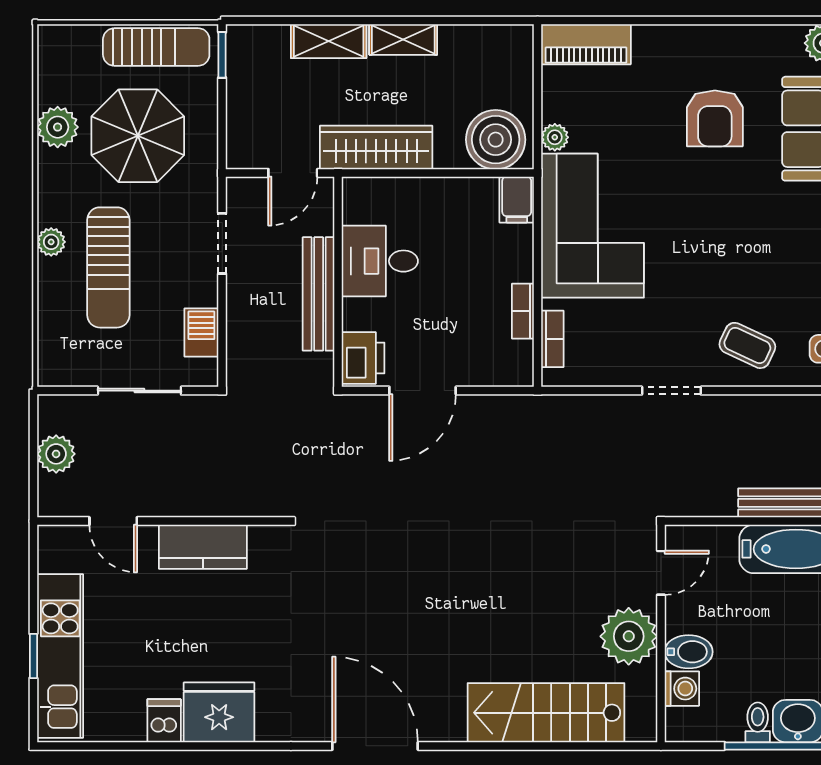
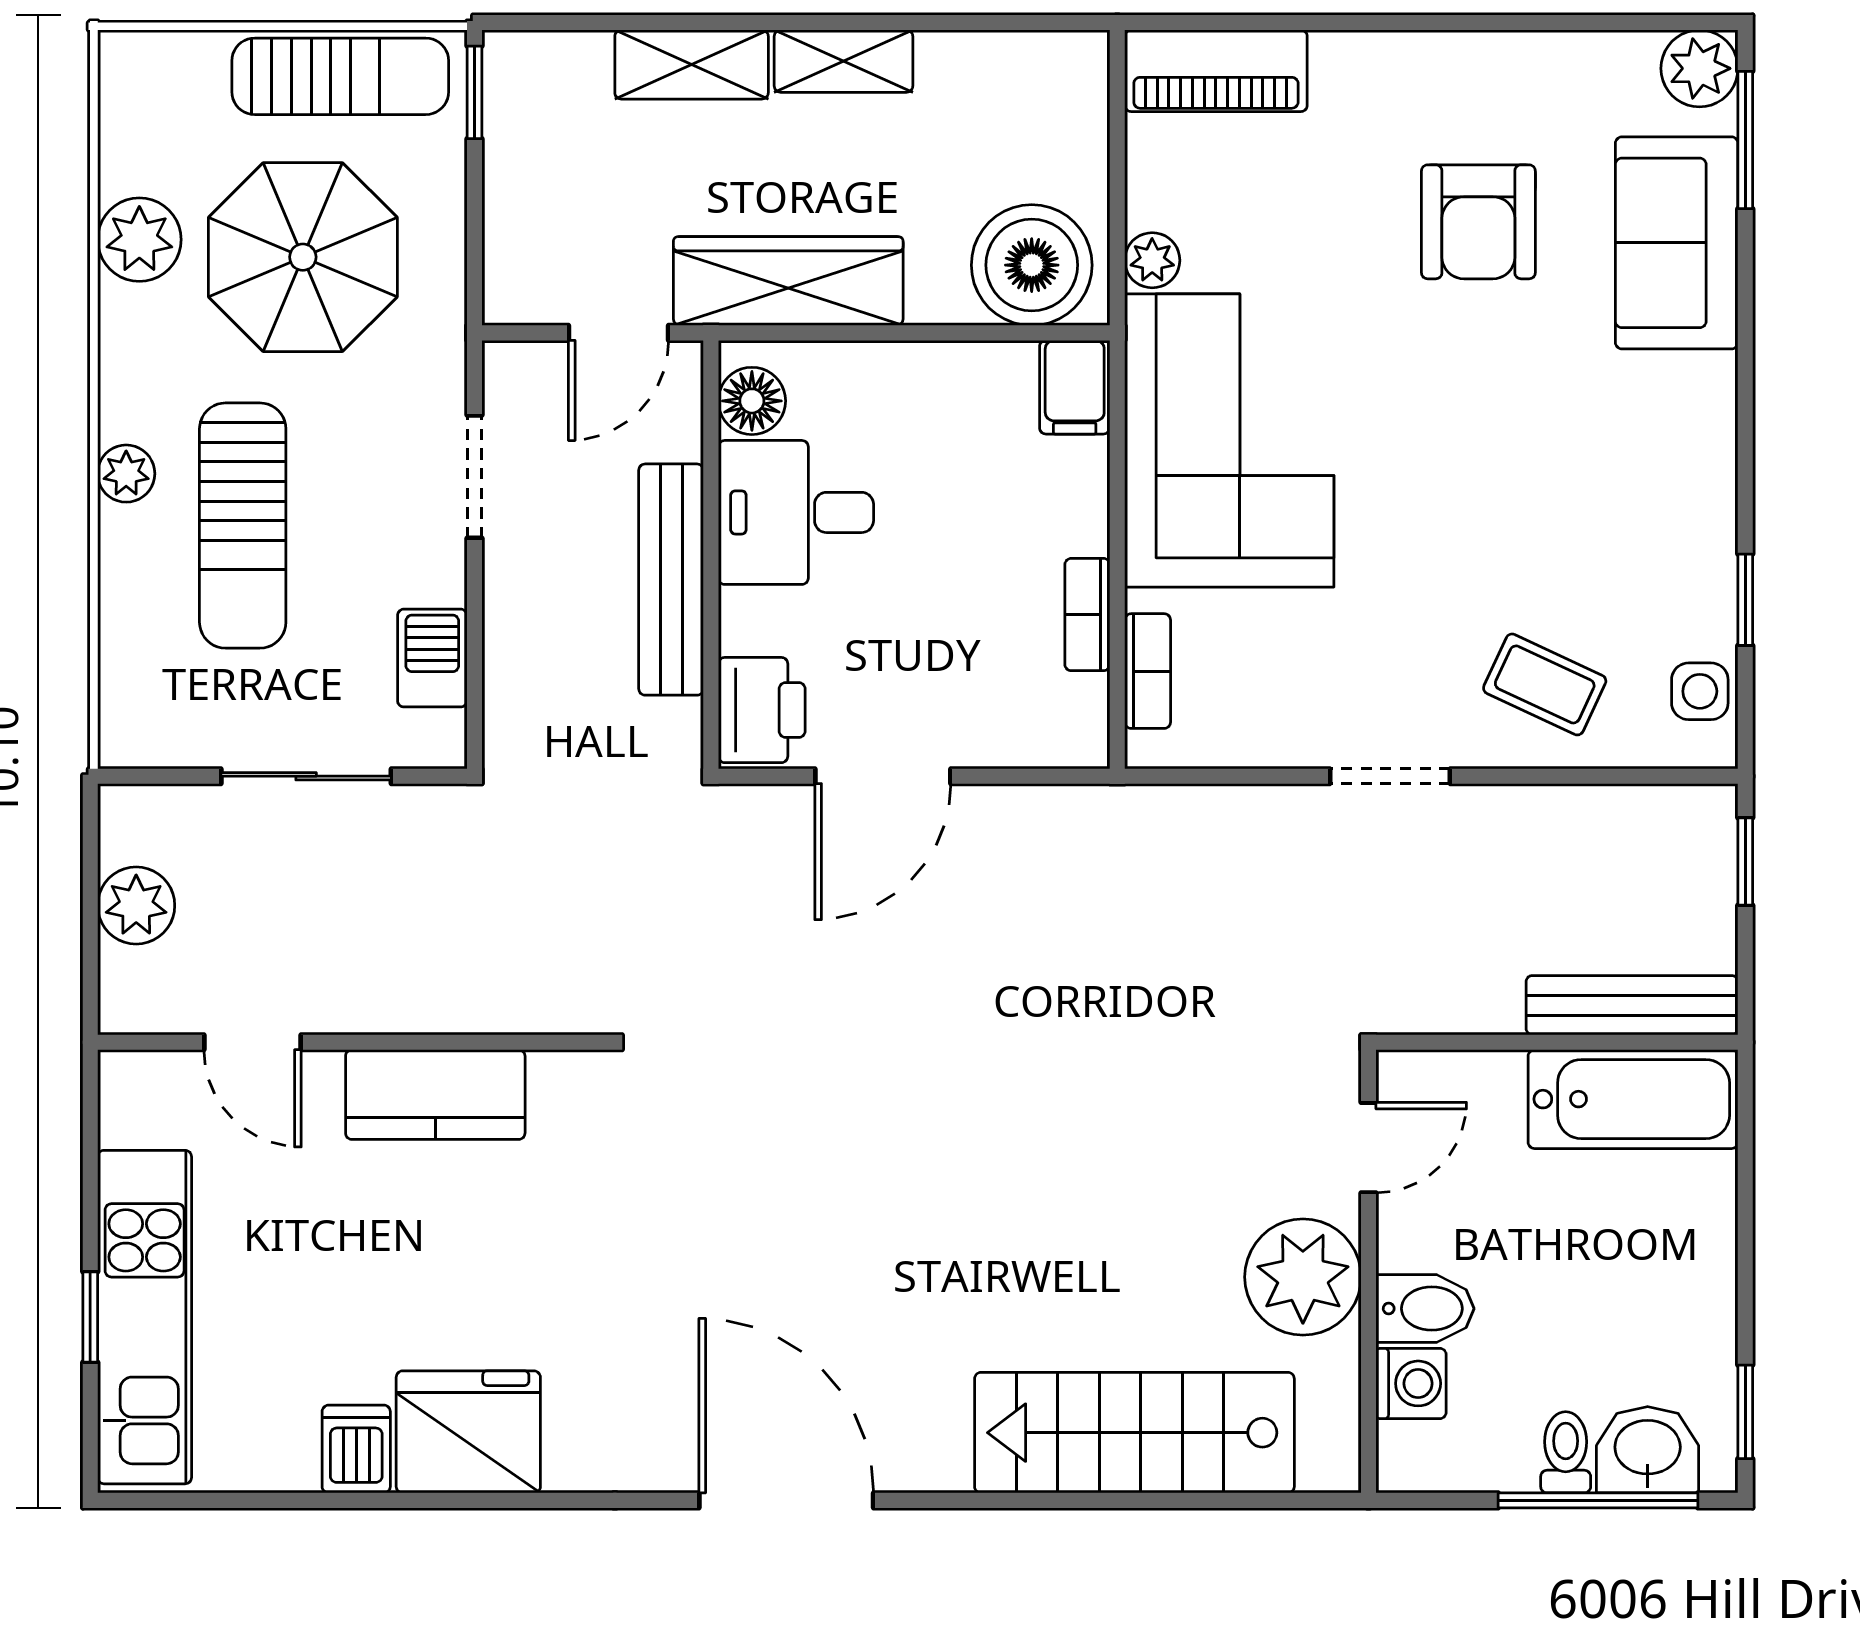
floor lamp: (358, 206) -> (752, 401), added

